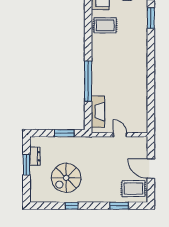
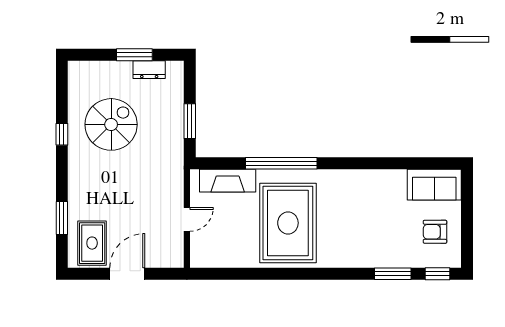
rug: (105, 25) -> (288, 223), moved, width x1.86, depth x2.06
spiral stairs: (66, 178) -> (111, 124), turned 90

